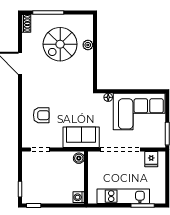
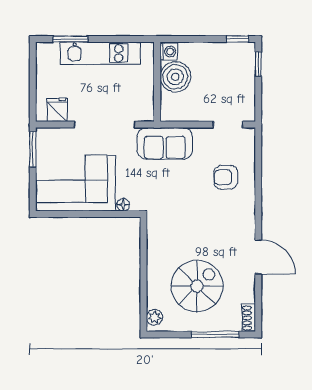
plant: (88, 45) -> (154, 317), moved
boiler: (79, 158) -> (175, 77), moved, width x1.86, depth x1.86

